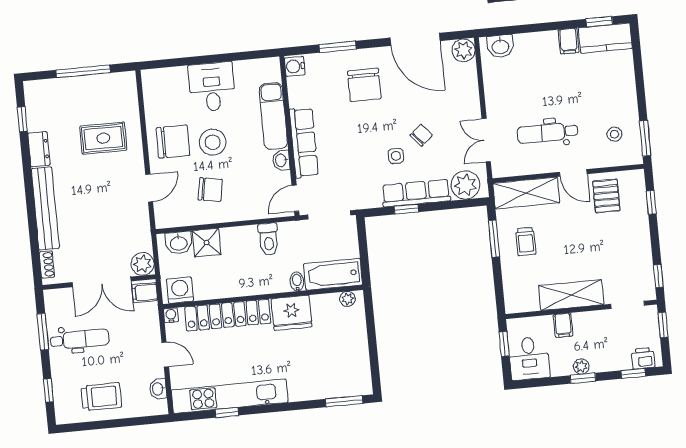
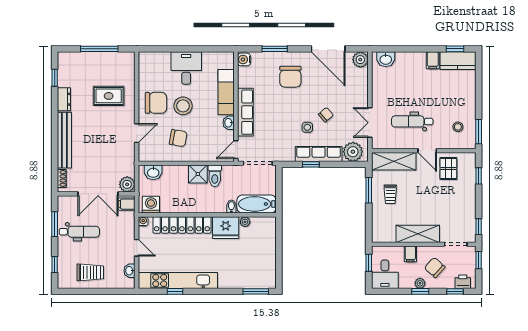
shower: (207, 243) -> (198, 174), moved
plant: (347, 299) -> (245, 222), moved
chair: (600, 342) -> (435, 267), added

